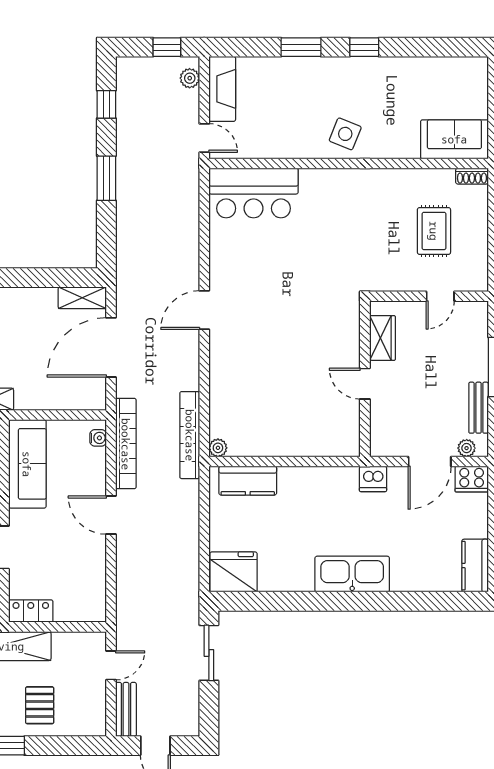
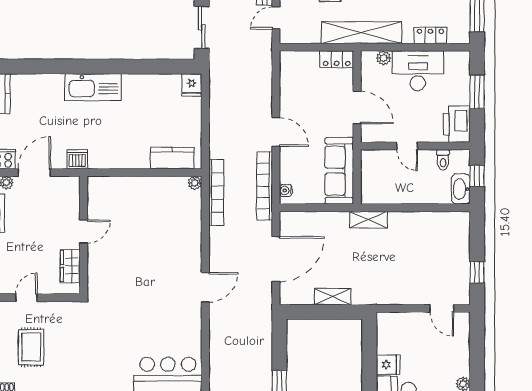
shelving: (82, 298) -> (333, 297), moved
door: (365, 384) -> (83, 232), hinge flipped
fridge: (233, 572) -> (191, 85), width x0.53, depth x0.75

